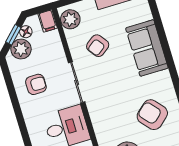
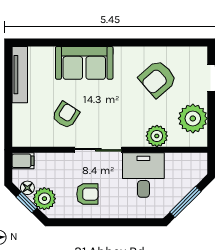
plant: (70, 19) -> (157, 136), moved
armchair: (98, 46) -> (66, 115), turned -111
armchair: (36, 84) -> (87, 194), turned 90

